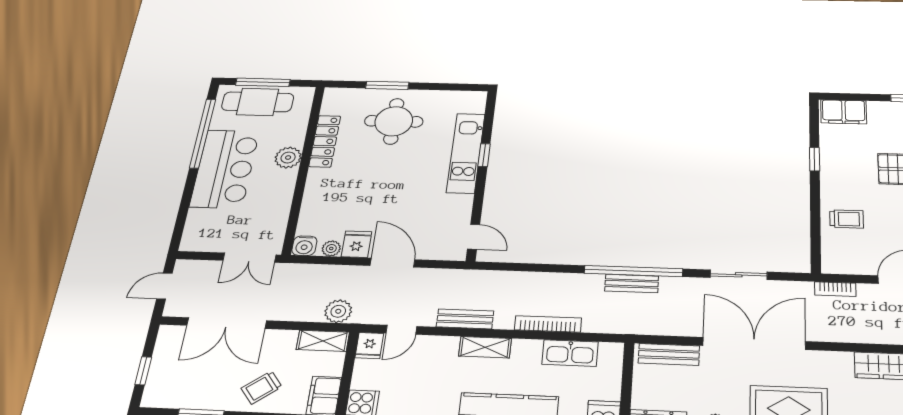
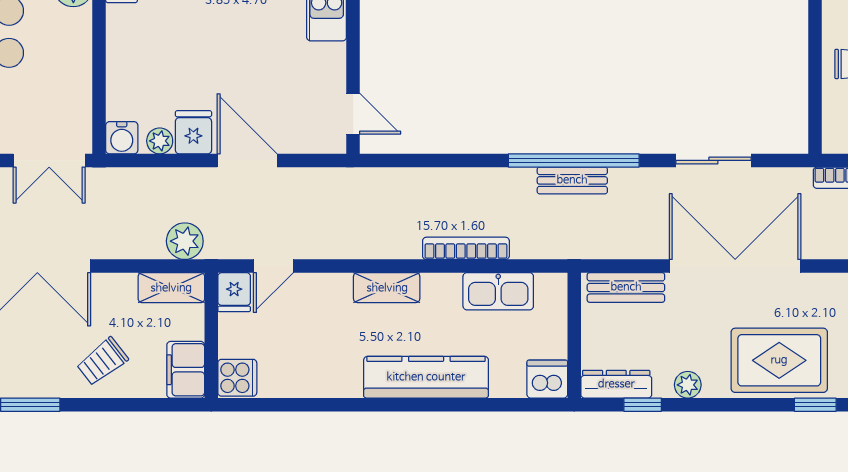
bench: (465, 319) -> (356, 245), removed

